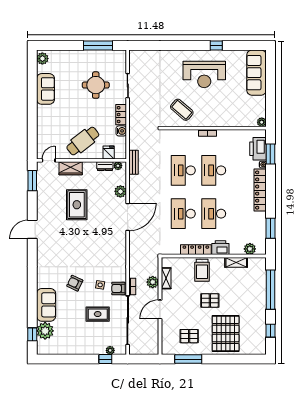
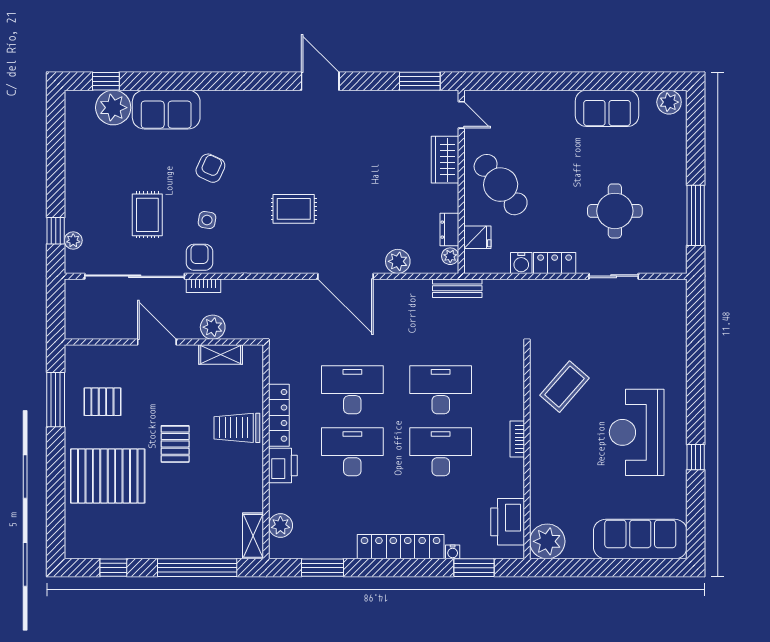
plant: (262, 122) -> (547, 541), width x1.88, depth x1.88
printer: (258, 149) -> (508, 522), moved, turned -90
rug: (77, 205) -> (294, 209), moved, width x0.73, depth x0.70
shelving: (236, 262) -> (253, 536), moved
pallet: (189, 336) -> (102, 402), turned 90

